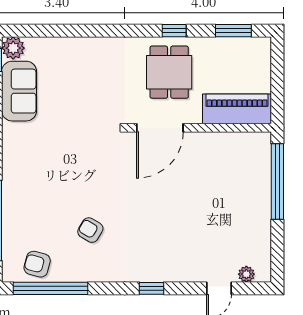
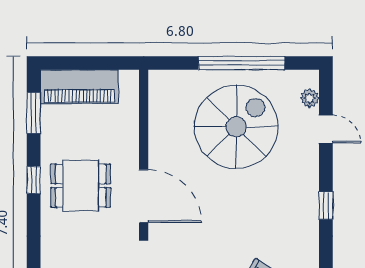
piano: (237, 109) -> (79, 87), moved, turned -90
window: (277, 182) -> (242, 63), moved
spiral stairs: (221, 209) -> (236, 127), added

